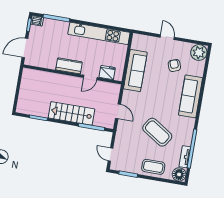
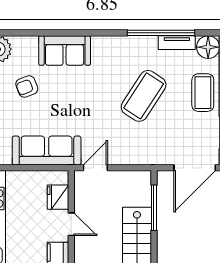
sofa: (191, 96) -> (65, 50), width x0.73
door: (118, 111) -> (95, 168), moved
door: (111, 155) -> (195, 168), width x1.87

